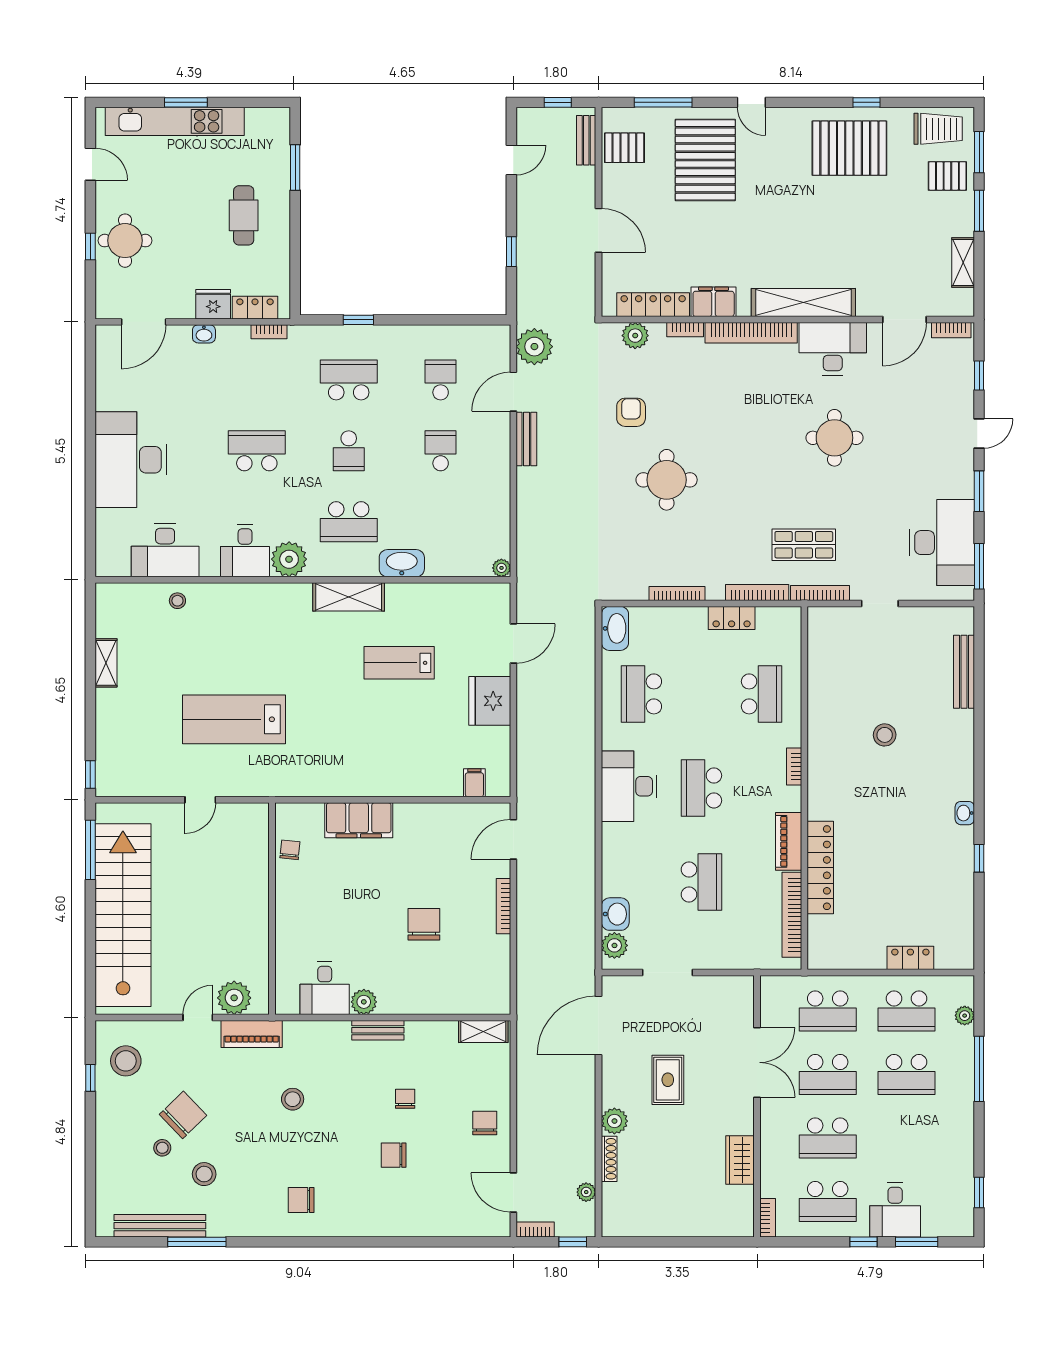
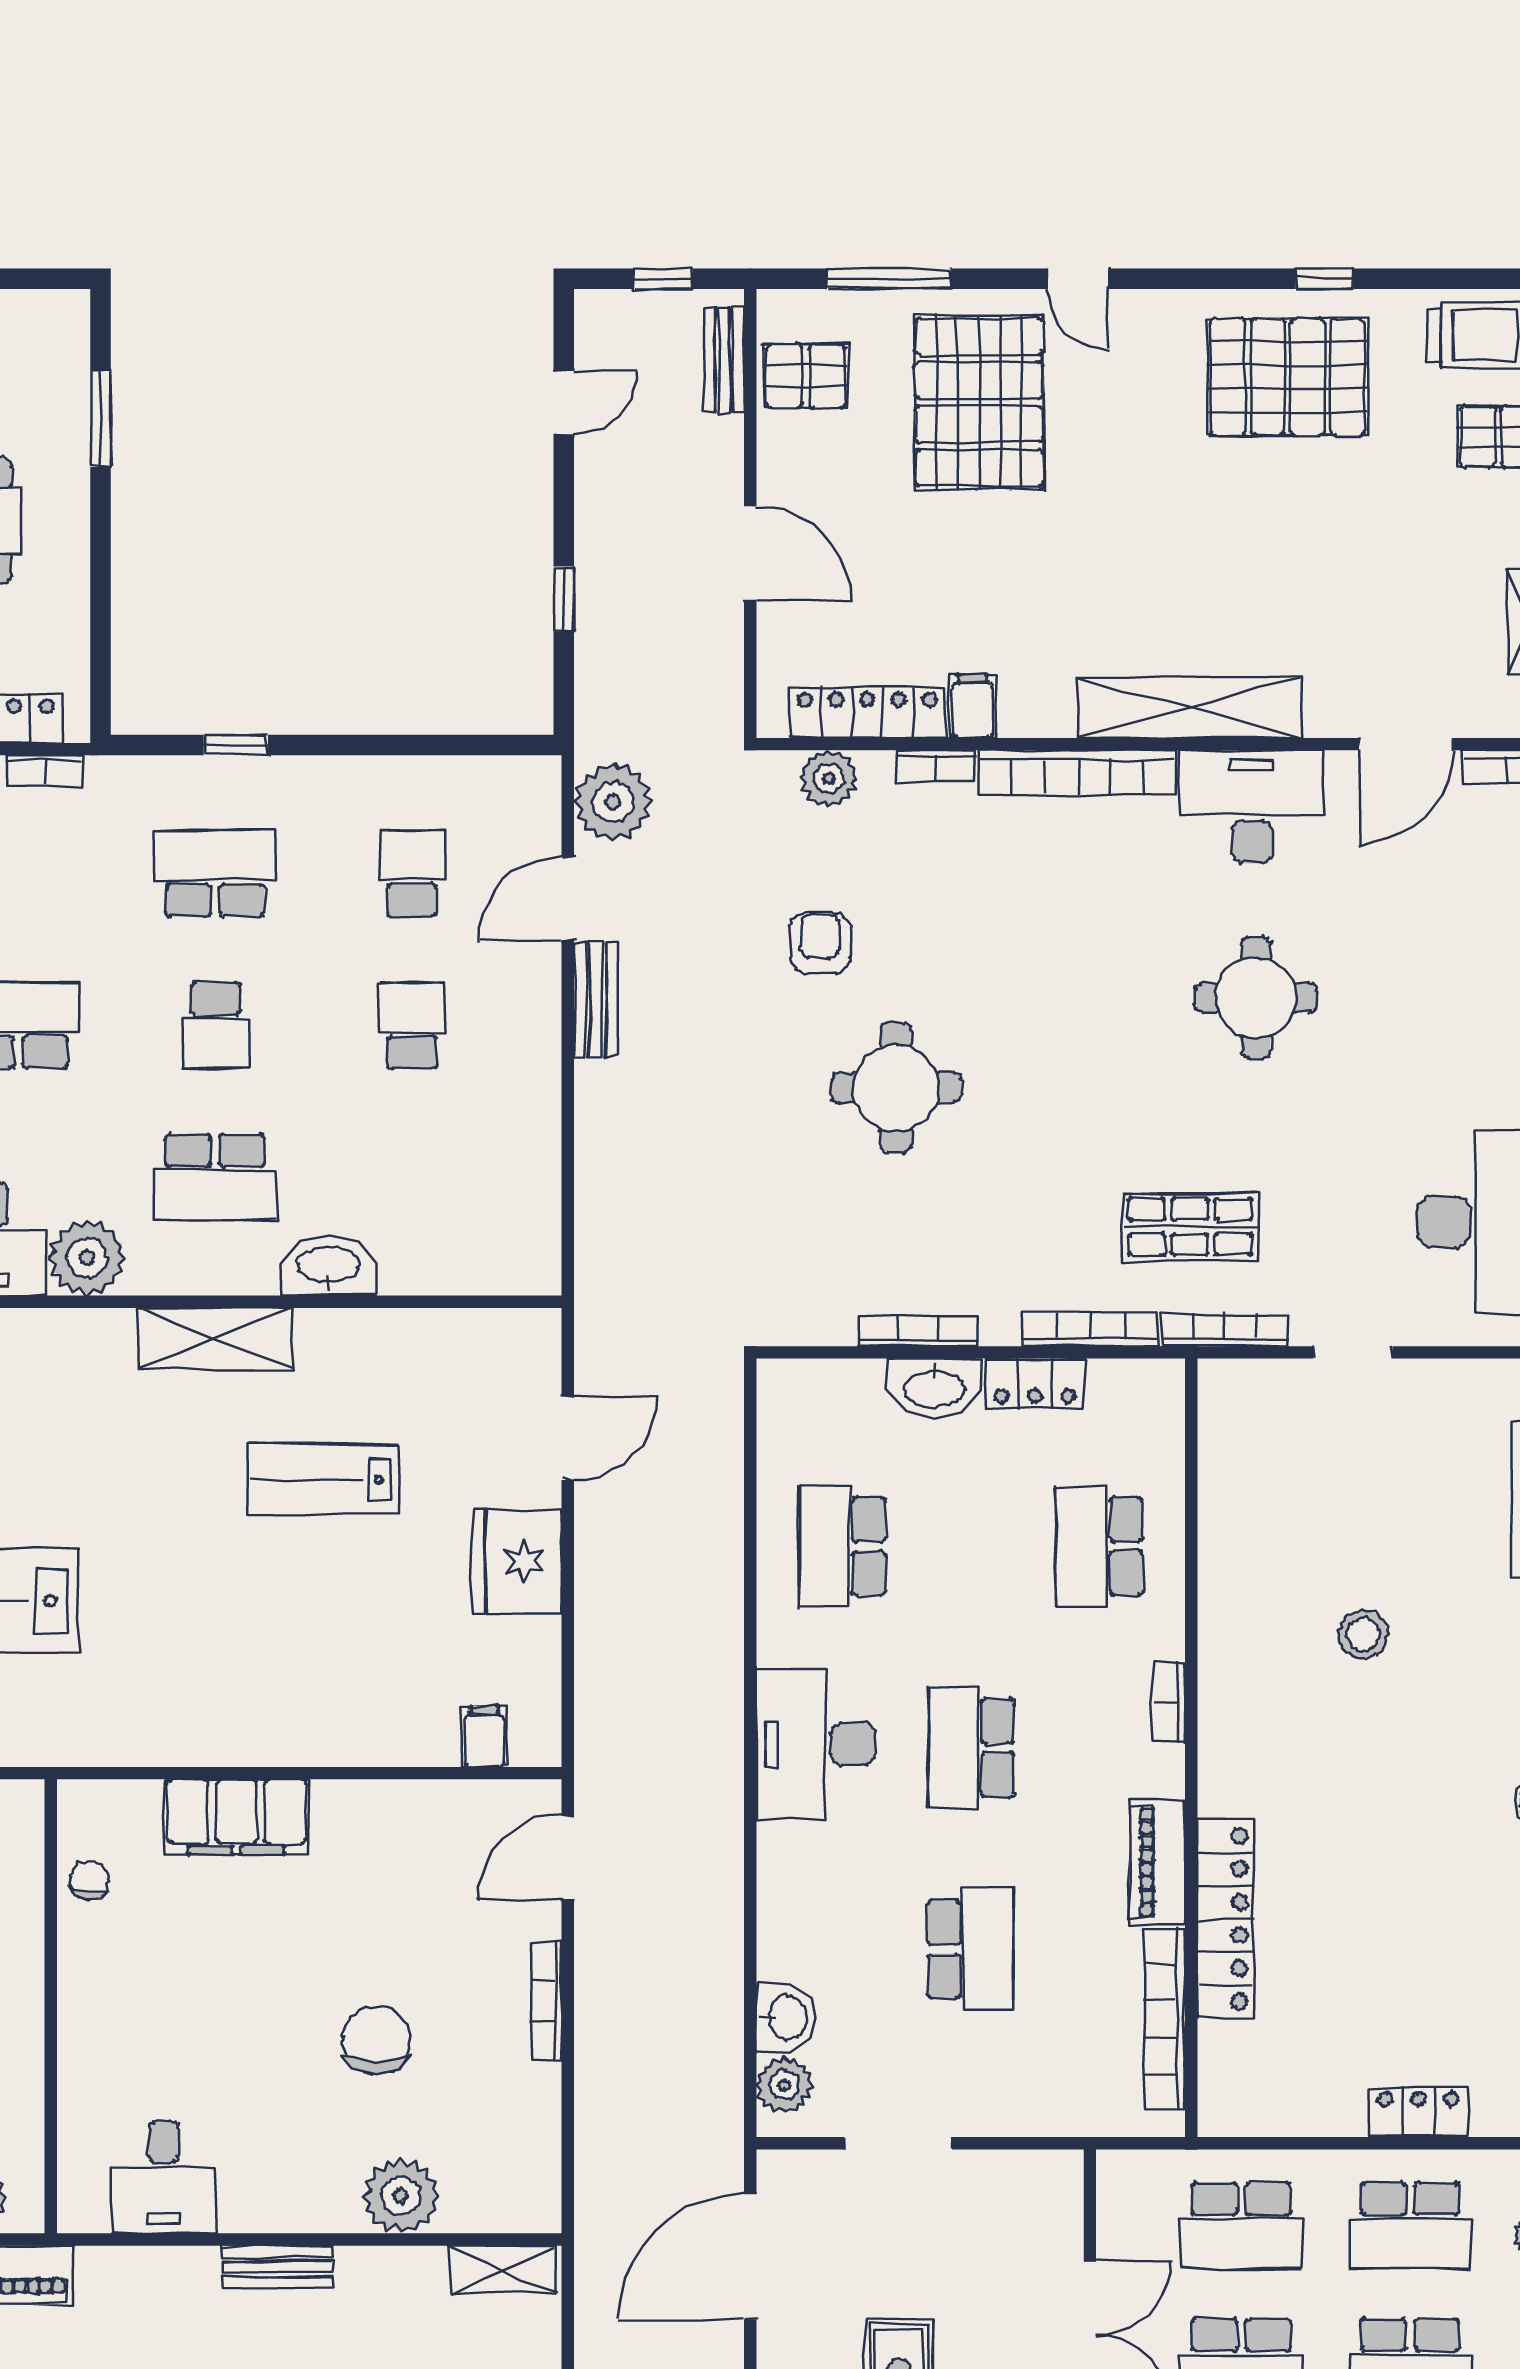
filing cabinet: (714, 302) -> (973, 706), width x0.50
plant: (501, 568) -> (542, 1276), removed
washbasin: (615, 628) -> (934, 1387), moved, turned 90
school desk: (762, 694) -> (1099, 1546), turned 180
plant: (364, 1002) -> (401, 2196), moved, width x1.36, depth x1.36

